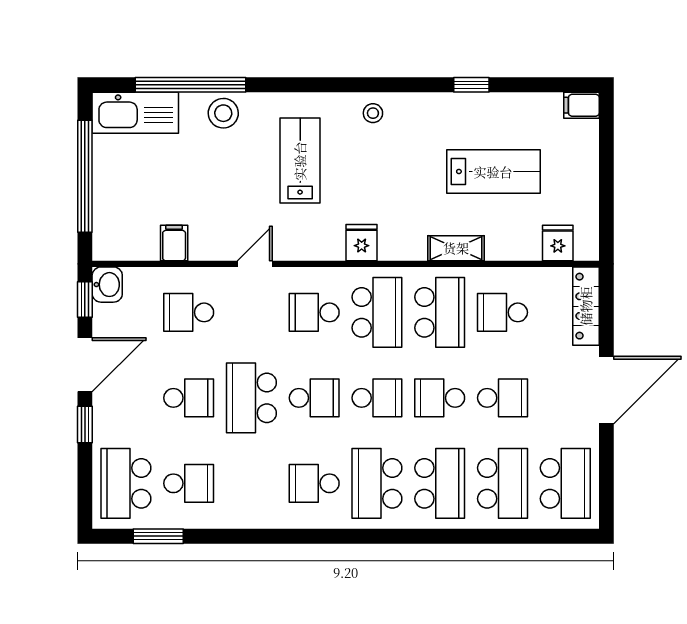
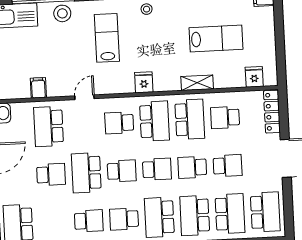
school desk: (189, 312) -> (49, 126), width x1.85
school desk: (189, 483) -> (89, 221), moved
school desk: (440, 483) -> (195, 215), turned 180

